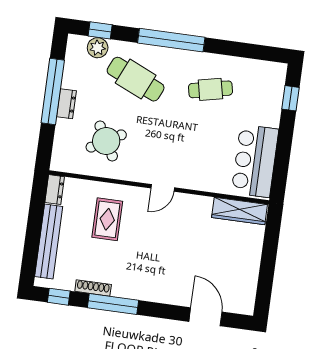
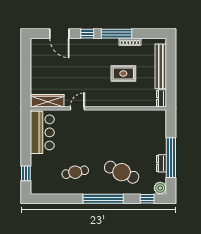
plant: (98, 48) -> (160, 188), moved
dresser: (66, 104) -> (161, 163), moved
round table: (106, 141) -> (134, 132), removed
door: (163, 188) -> (77, 108), moved
rug: (107, 219) -> (123, 74), moved, turned 90
window: (59, 297) -> (87, 34), moved

